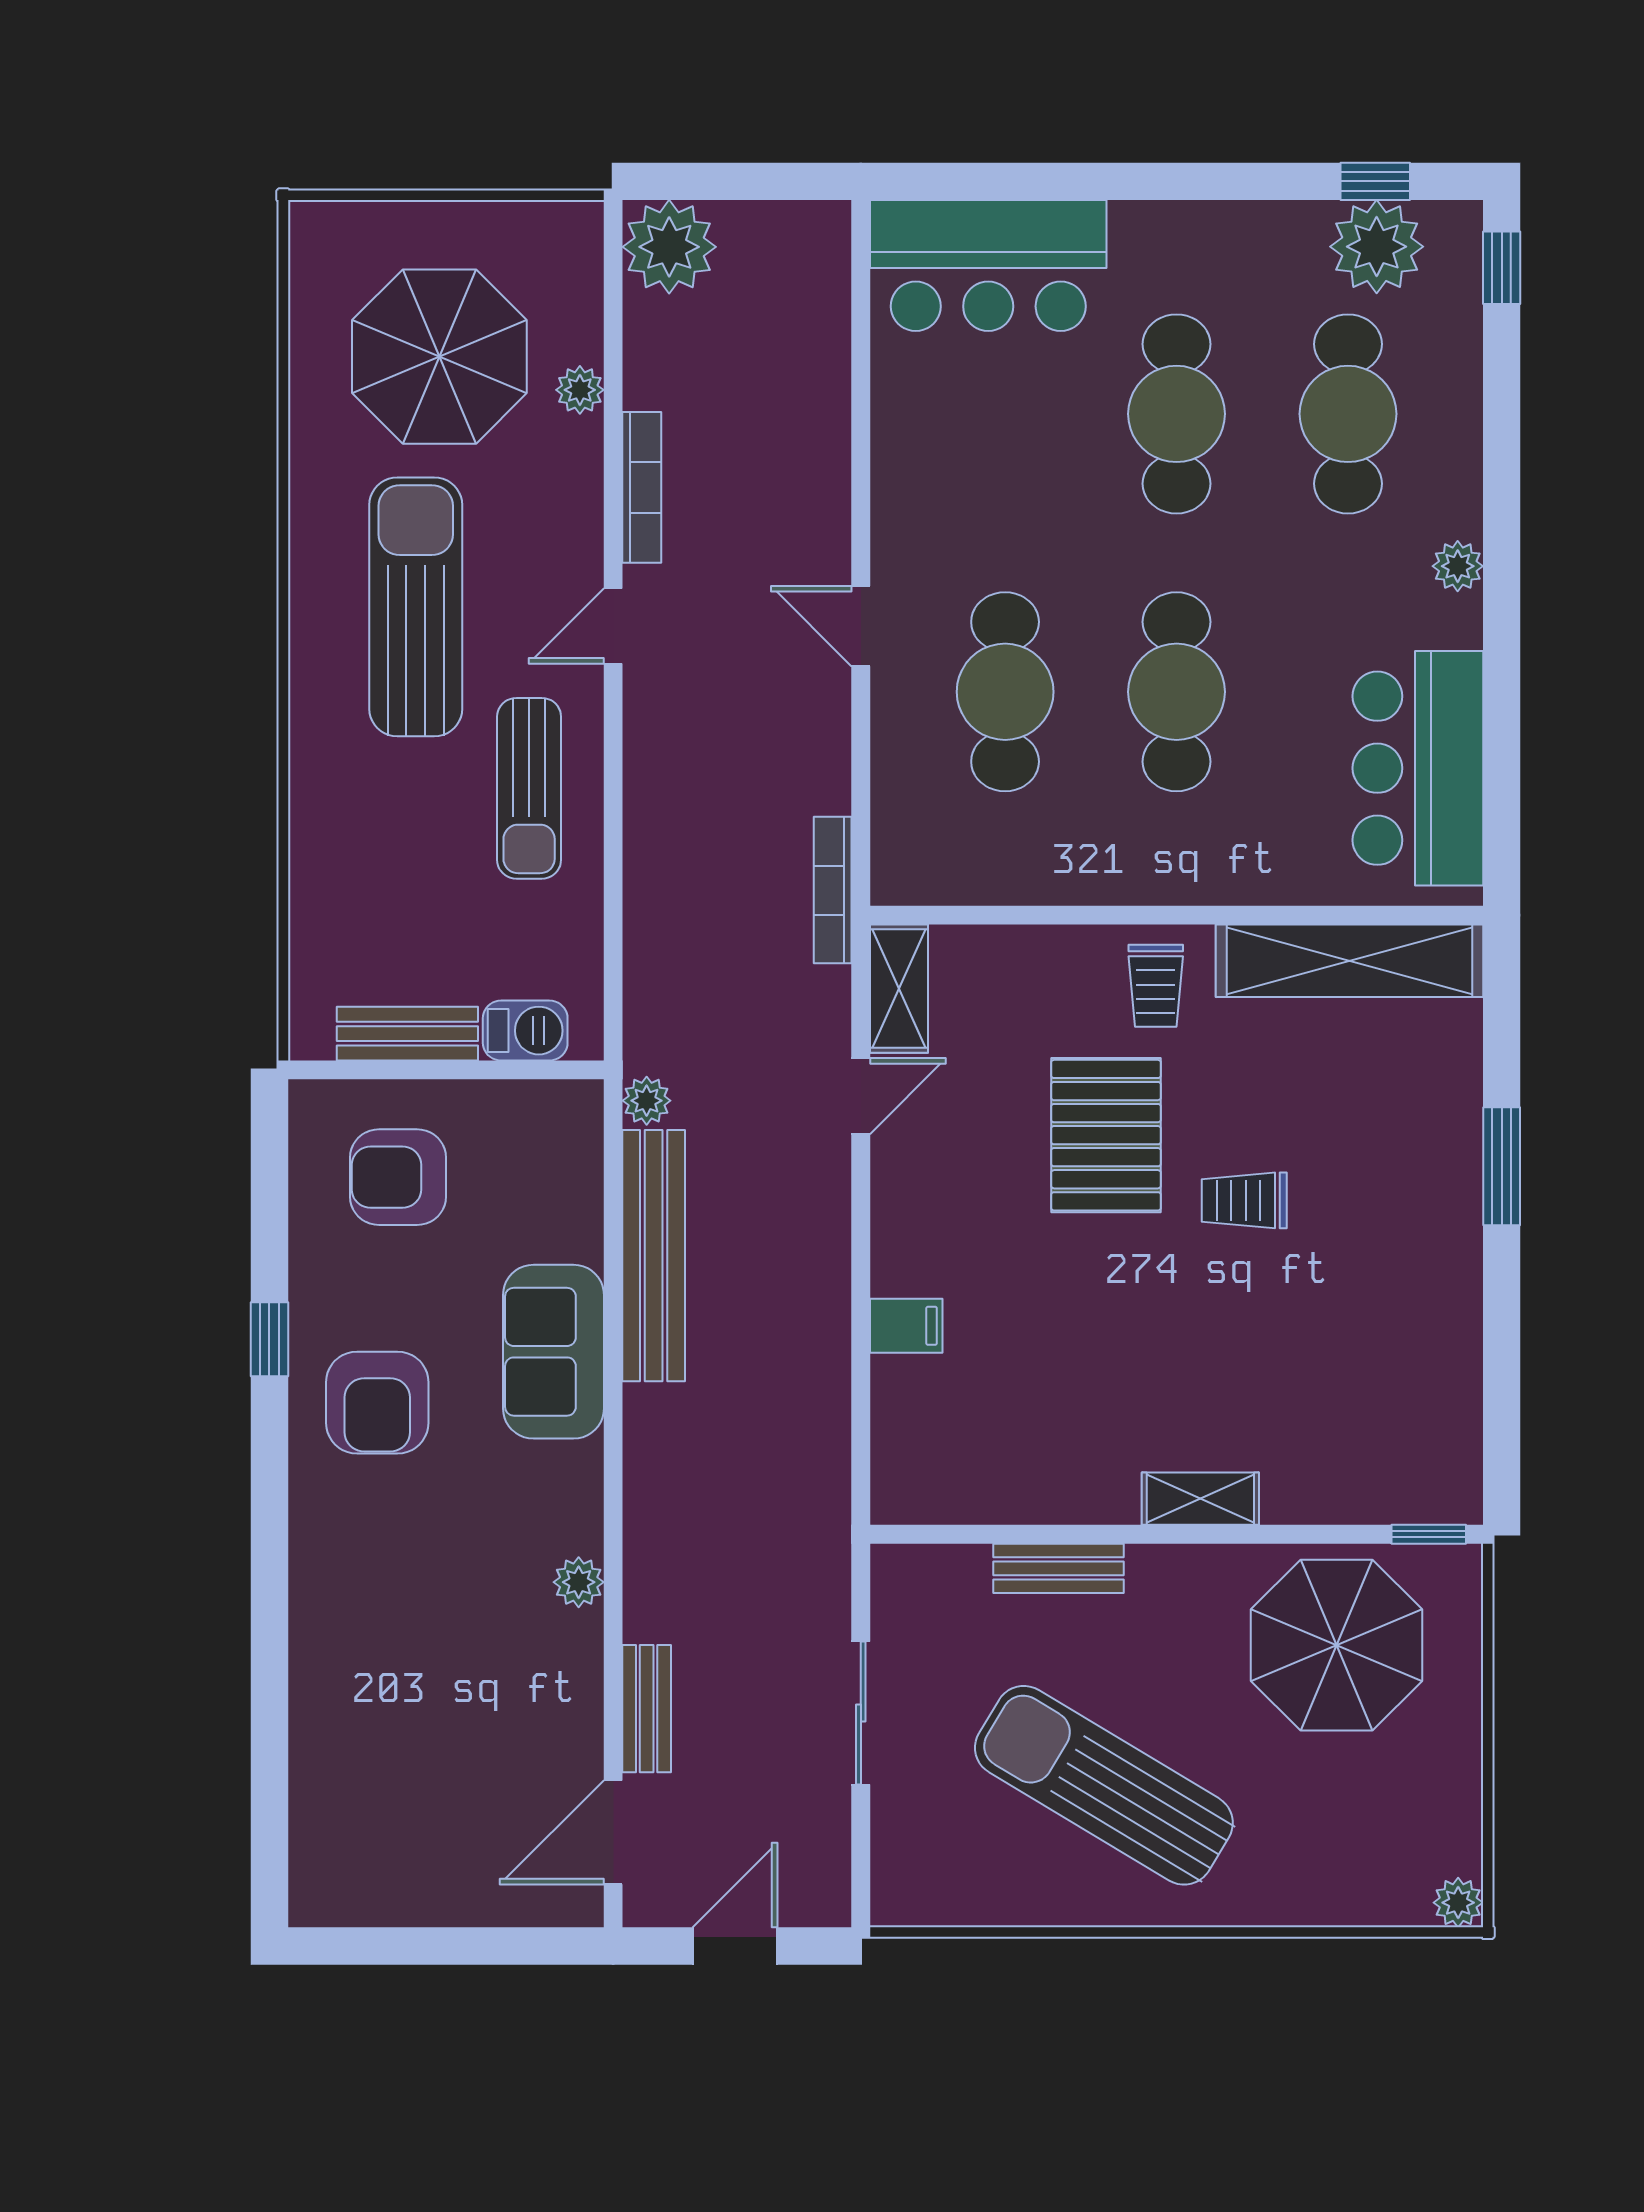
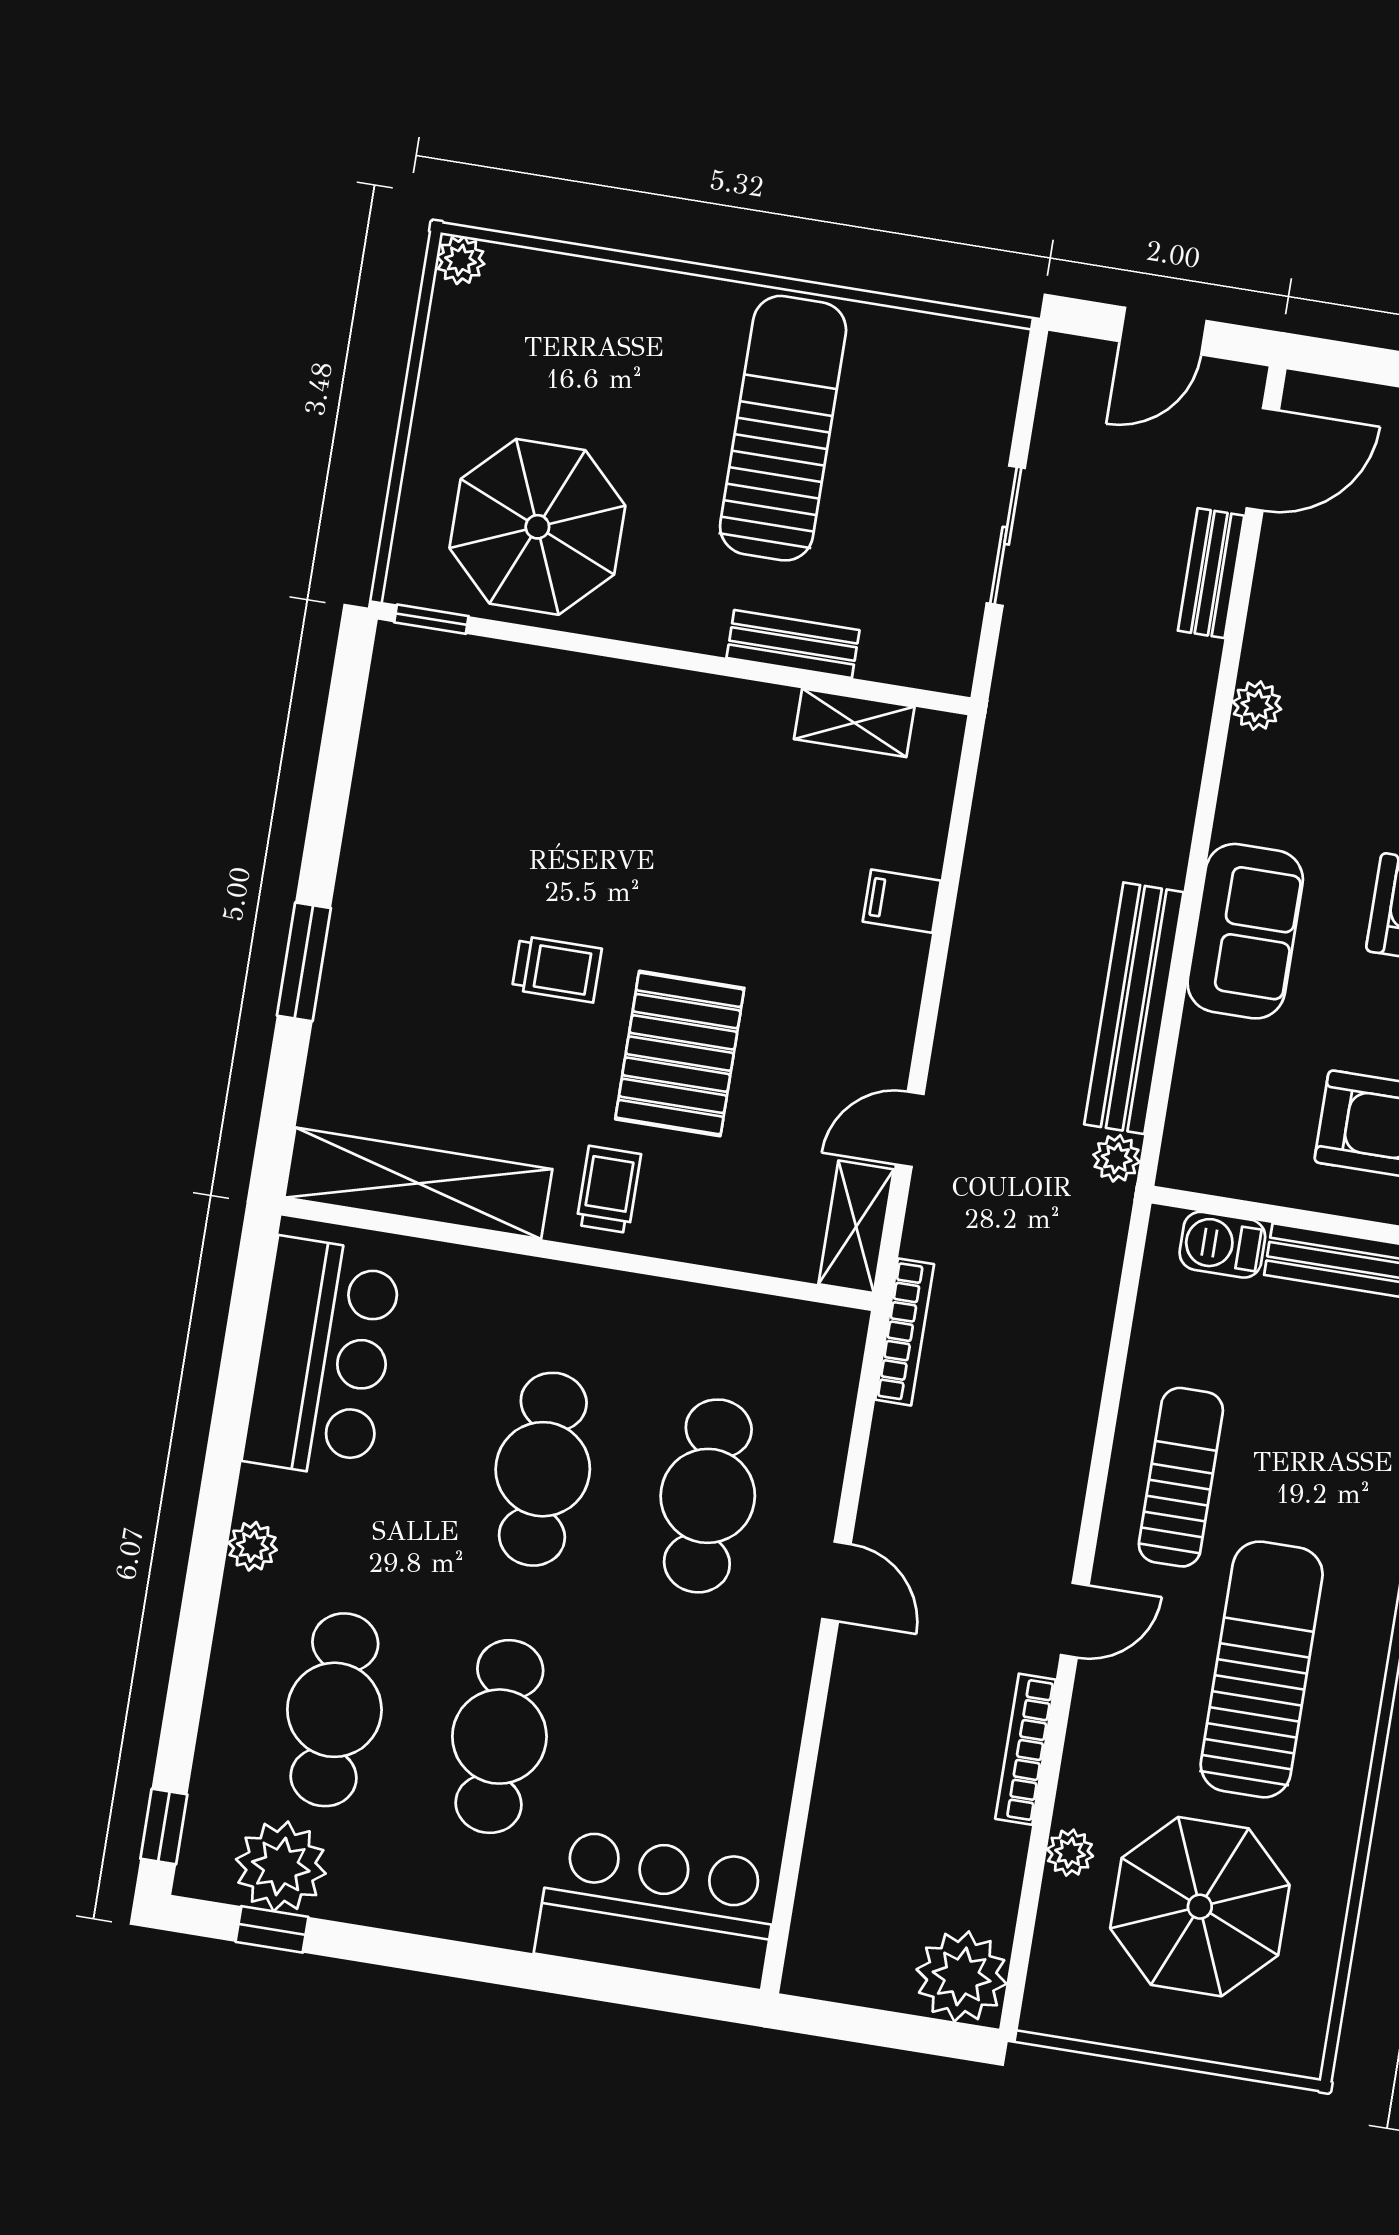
sun lounger: (416, 607) -> (1262, 1669), turned 180
shelving: (1200, 1499) -> (854, 723), moved
sun lounger: (1104, 1785) -> (783, 428), turned -121

